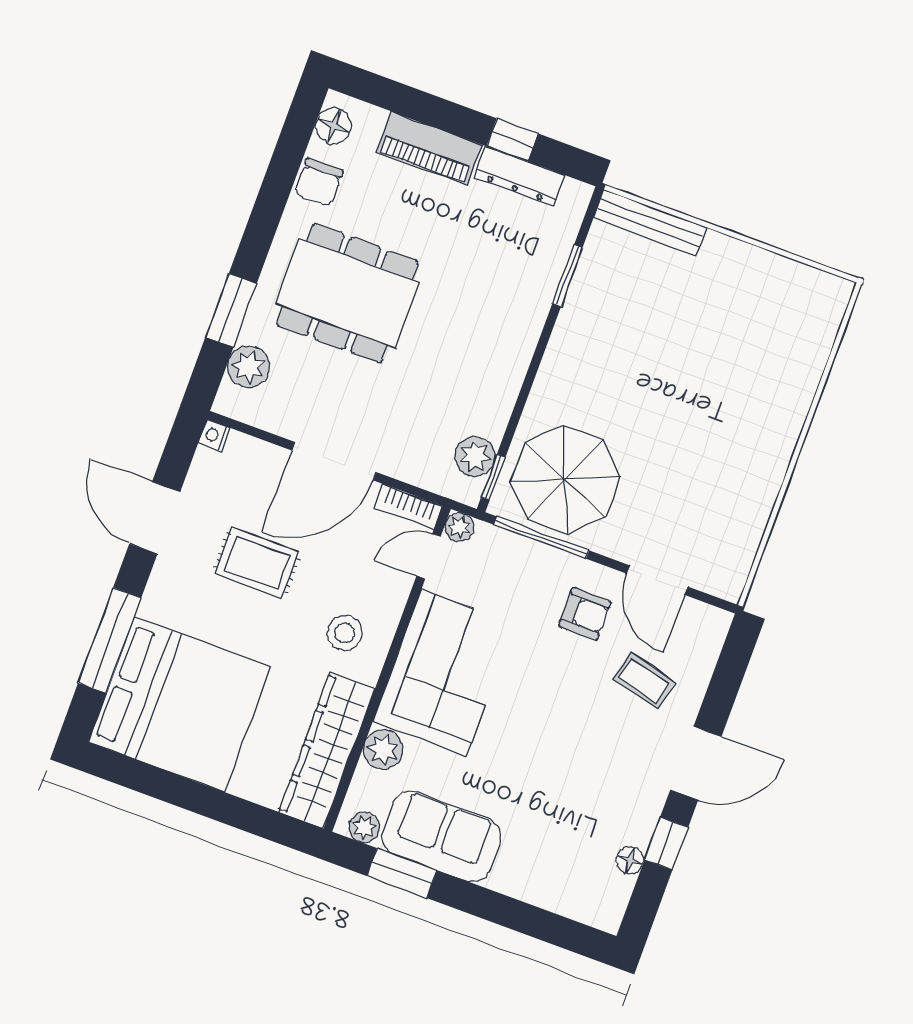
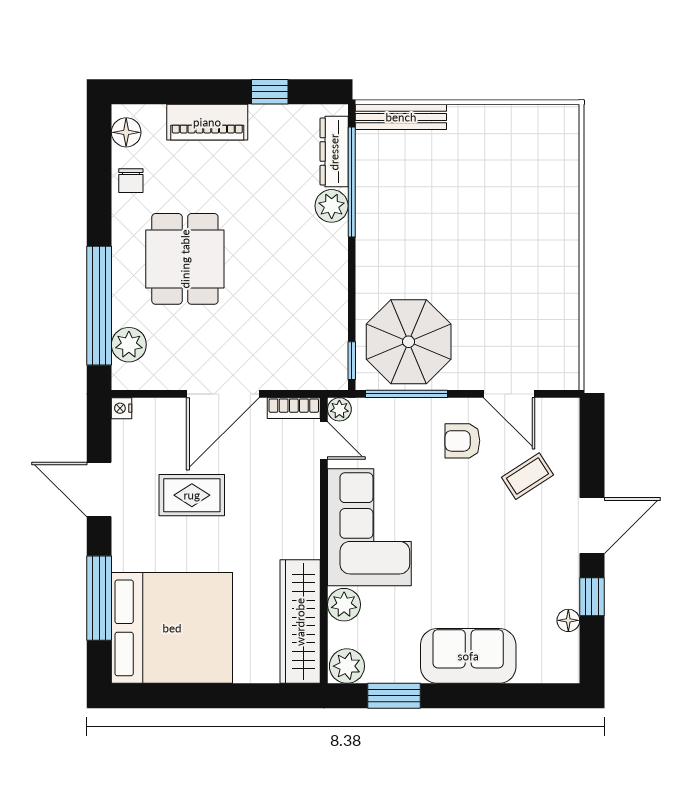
dresser: (519, 176) -> (334, 152), moved, turned 90
chair: (319, 182) -> (131, 181), width x0.73, depth x0.73
window: (567, 276) -> (352, 182), width x2.11
dining table: (347, 293) -> (185, 259), width x0.73
window: (231, 310) -> (99, 306), width x2.11
plant: (475, 456) -> (332, 206), moved
door: (429, 556) -> (324, 441), swing flipped
armchair: (585, 614) -> (462, 441), turned 180
stool: (345, 633) -> (280, 525), removed
coffee table: (644, 681) -> (528, 476), turned -47
plant: (364, 827) -> (347, 666), width x1.38, depth x1.38
sofa: (441, 837) -> (468, 656), moved

